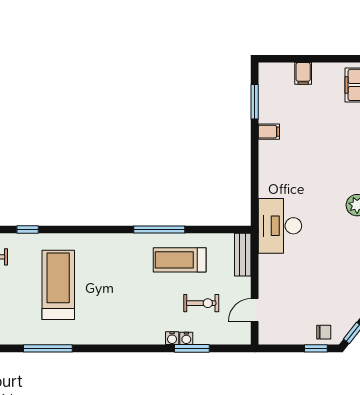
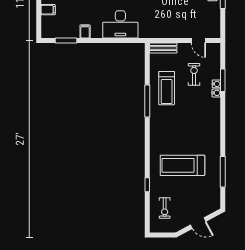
desk: (280, 226) -> (120, 24), moved

